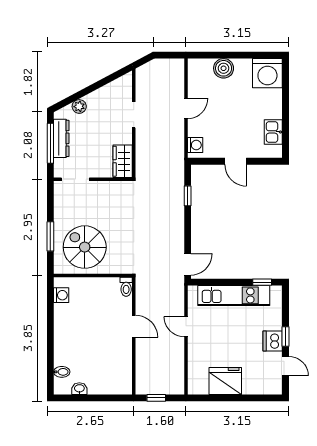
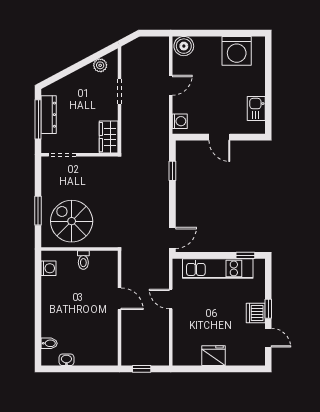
boiler: (224, 68) -> (184, 46), moved
washing machine: (267, 73) -> (237, 51), moved
plant: (79, 106) -> (100, 65), moved
toilet: (126, 287) -> (83, 260), moved
fridge: (225, 381) -> (213, 356), width x0.73, depth x0.75

